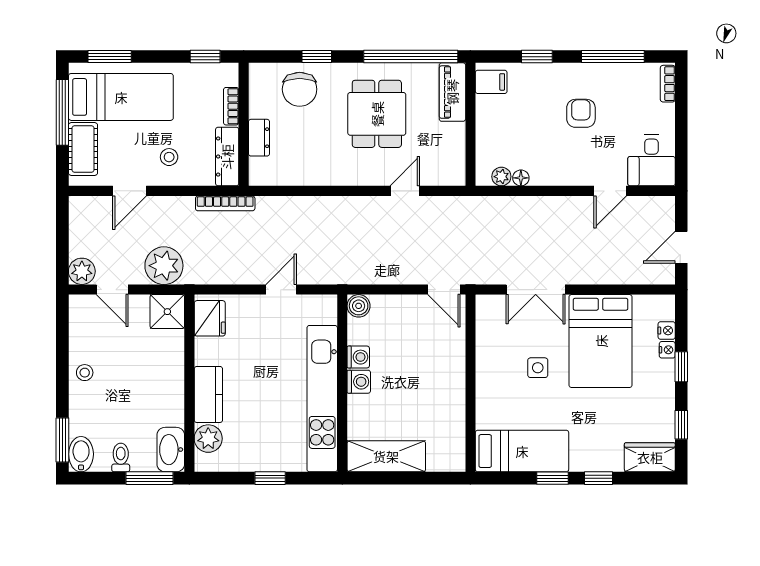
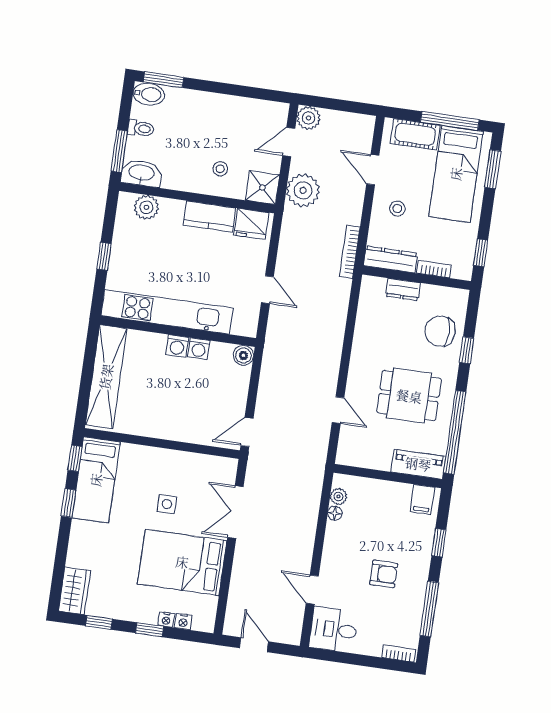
stool: (85, 373) -> (220, 169), moved
kitchen counter: (208, 394) -> (209, 217), moved
shelving: (386, 456) -> (106, 377), width x1.47
window: (598, 478) -> (75, 458), moved

